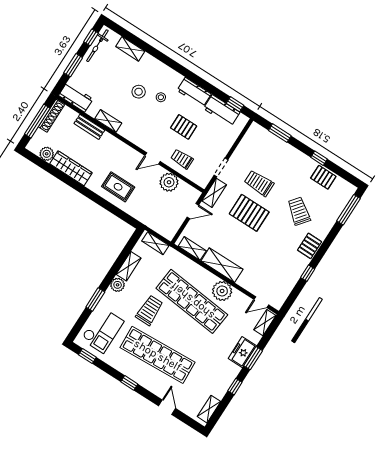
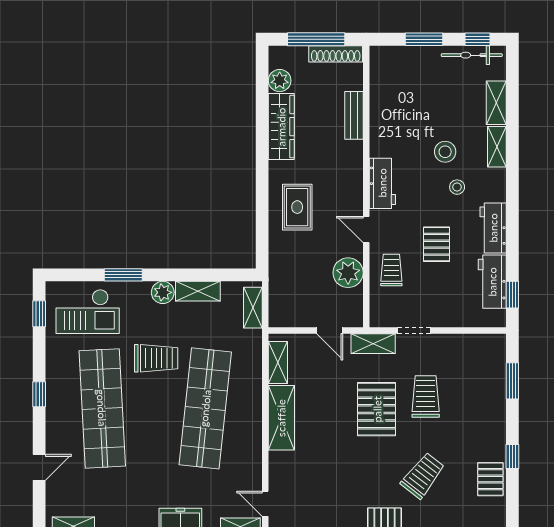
workbench: (76, 97) -> (382, 183), moved
shelving: (108, 121) -> (497, 147), moved
plant: (222, 291) -> (246, 441), removed

